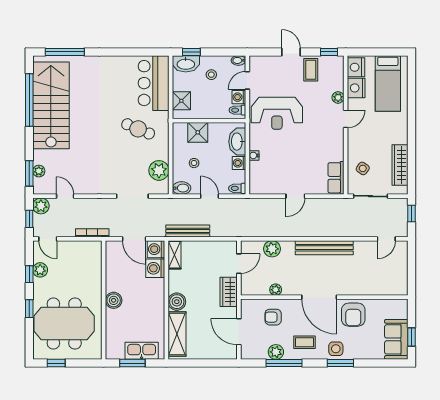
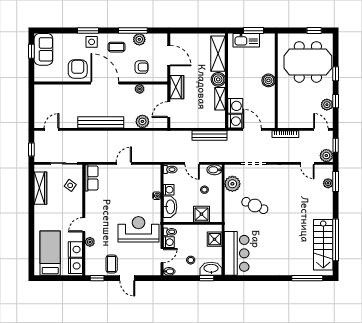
stairs: (51, 105) -> (323, 245), width x0.73, depth x0.66
cafe table: (138, 129) -> (255, 206), moved
shelving: (174, 255) -> (220, 99), moved

